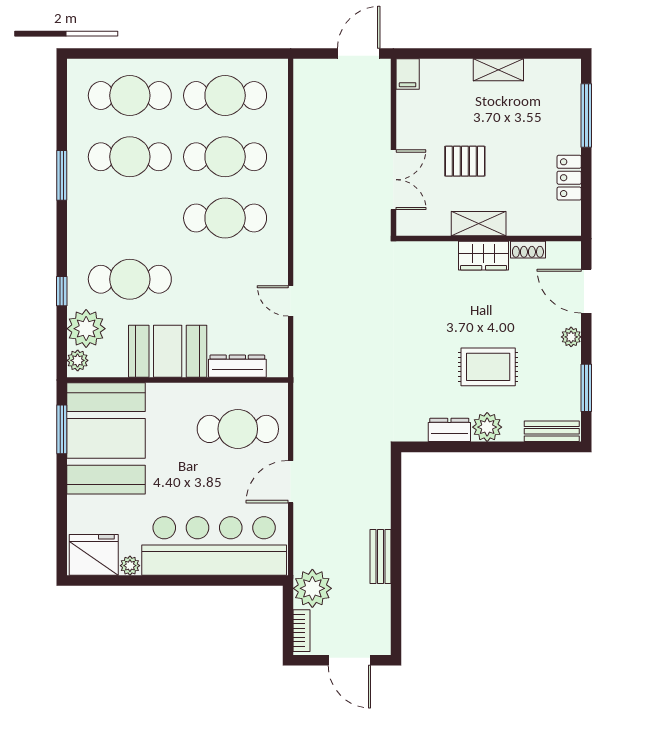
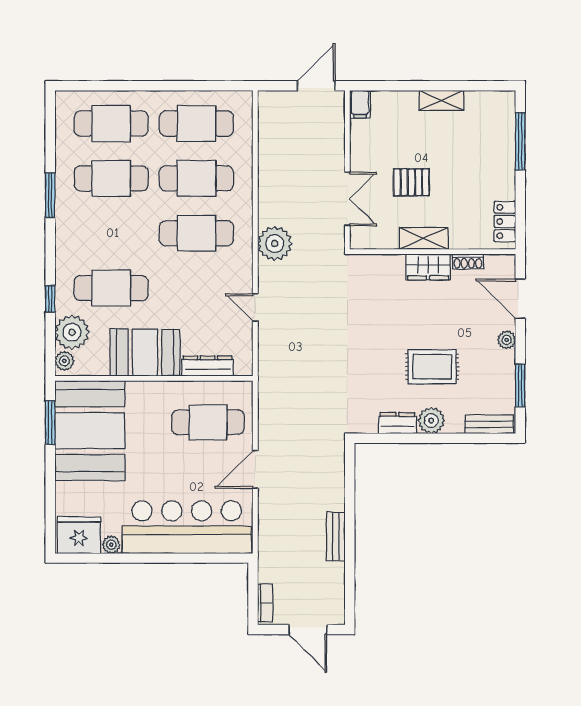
locker: (569, 178) -> (505, 221), moved
plant: (312, 588) -> (275, 243), moved

